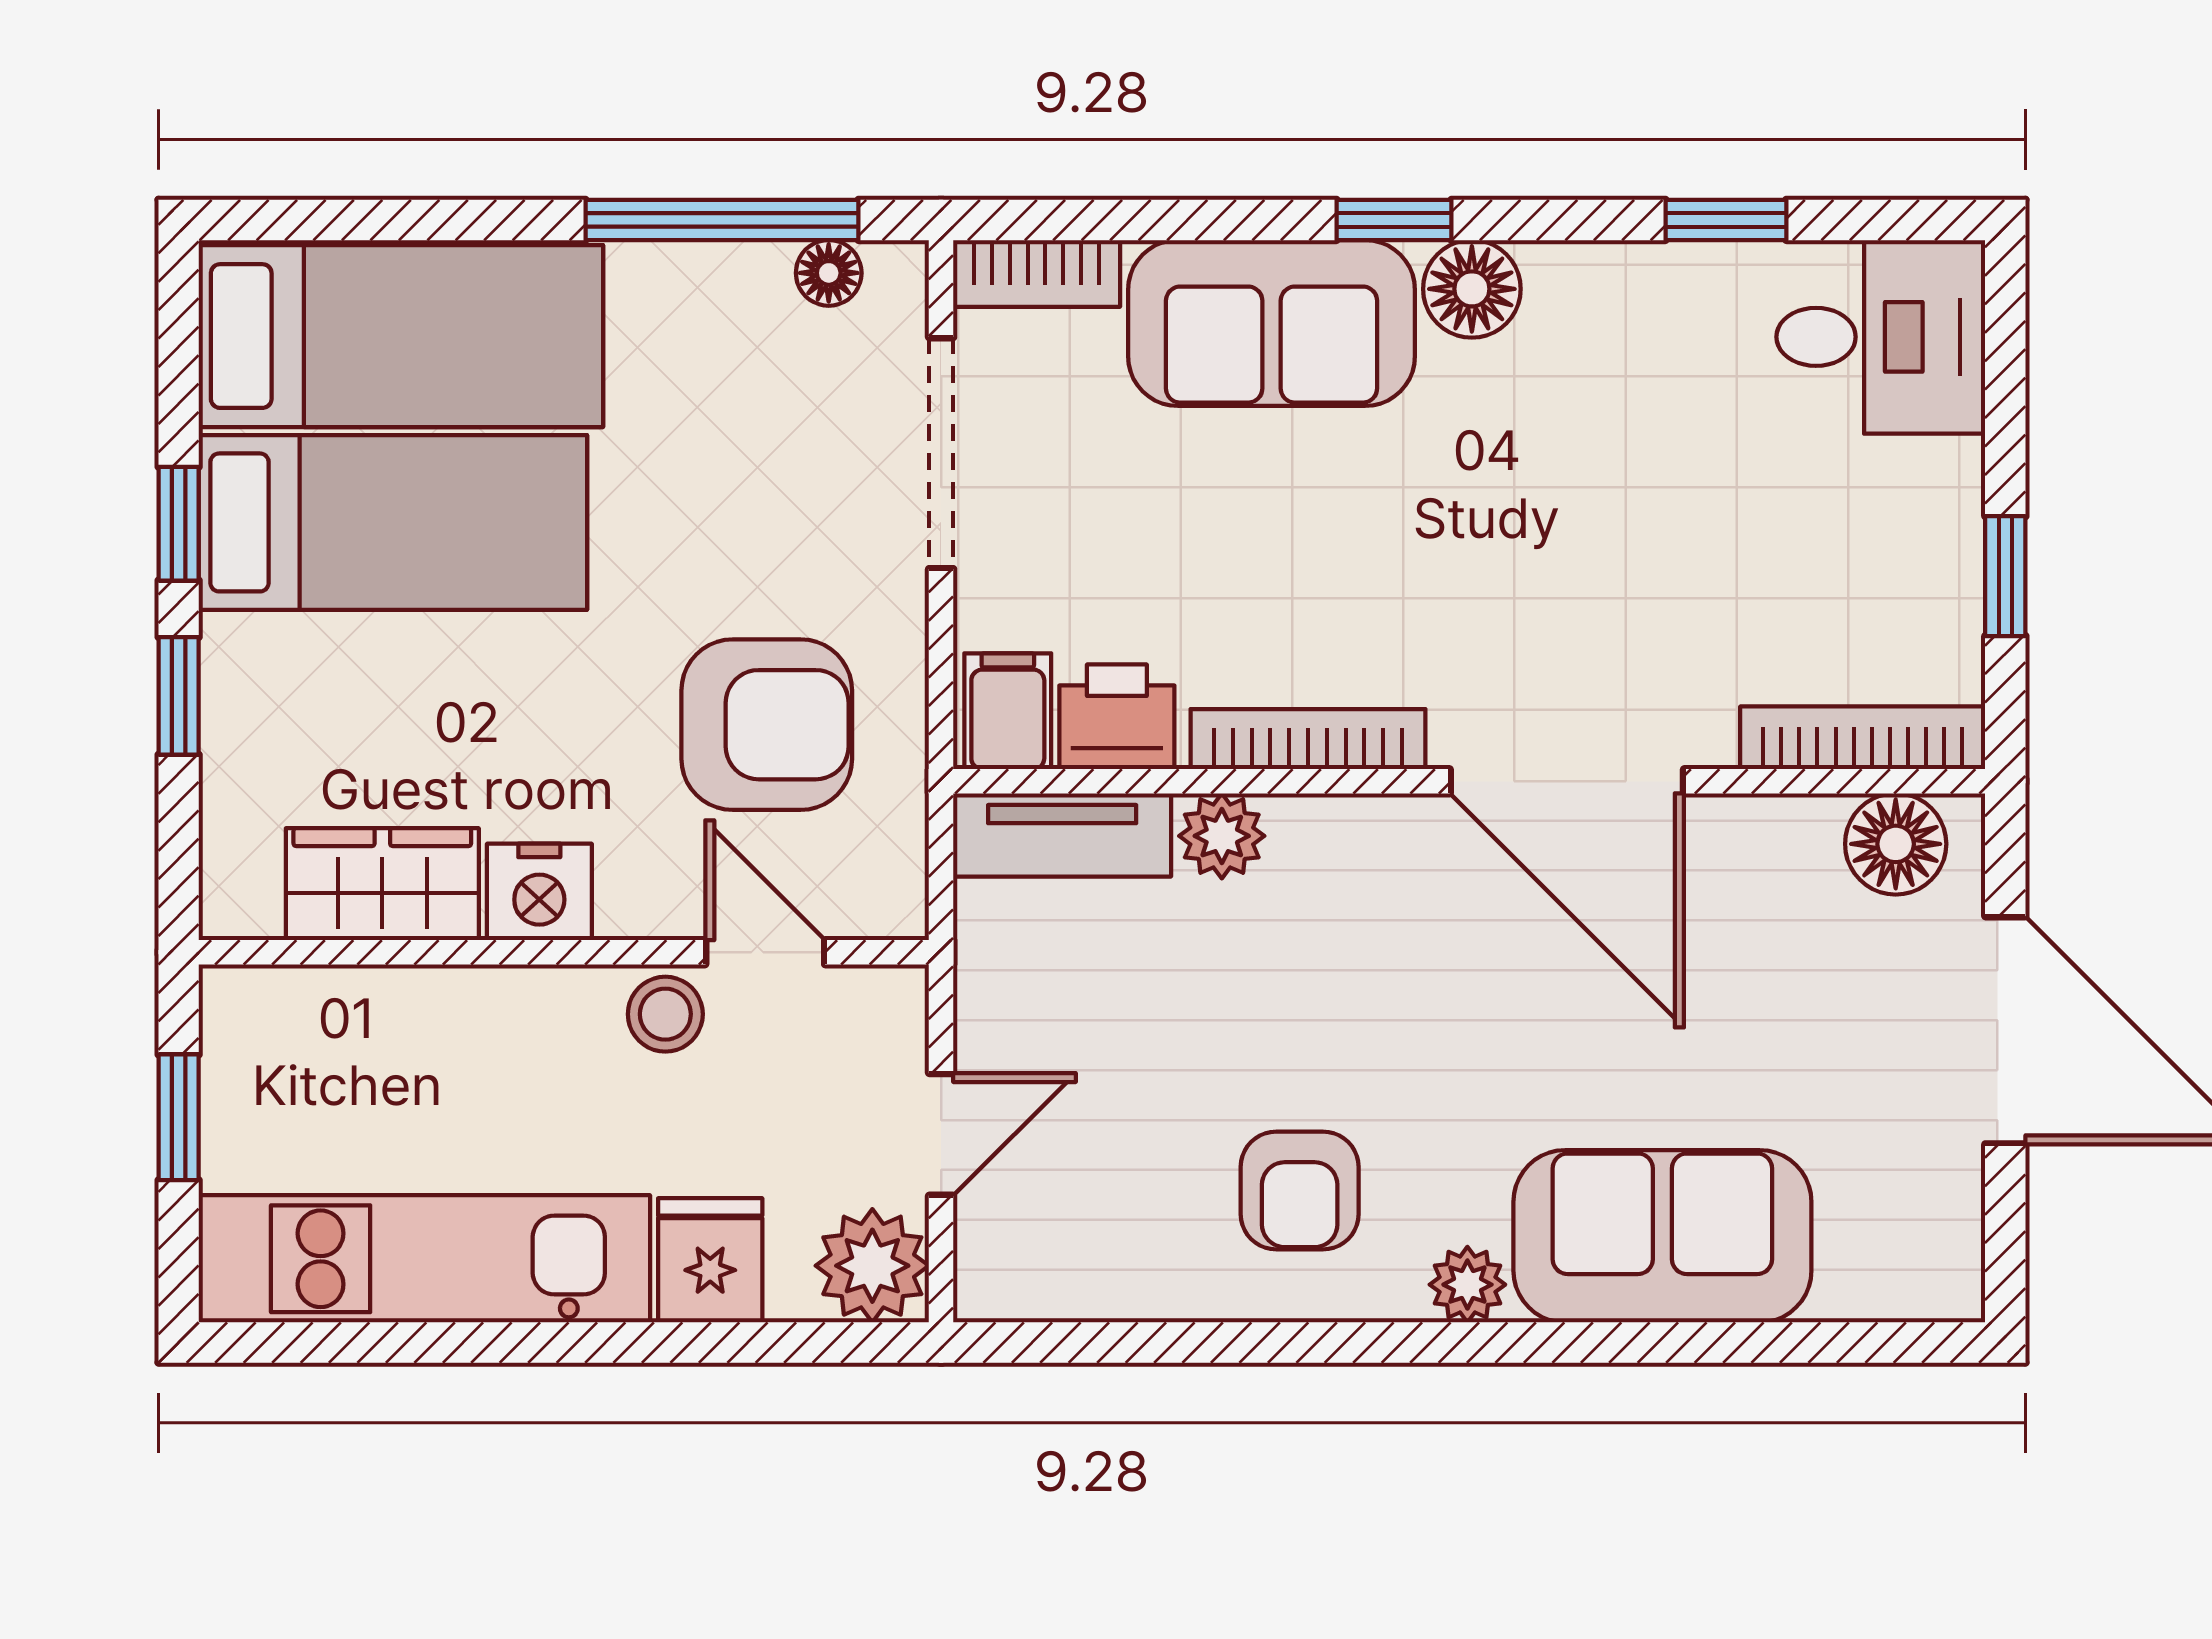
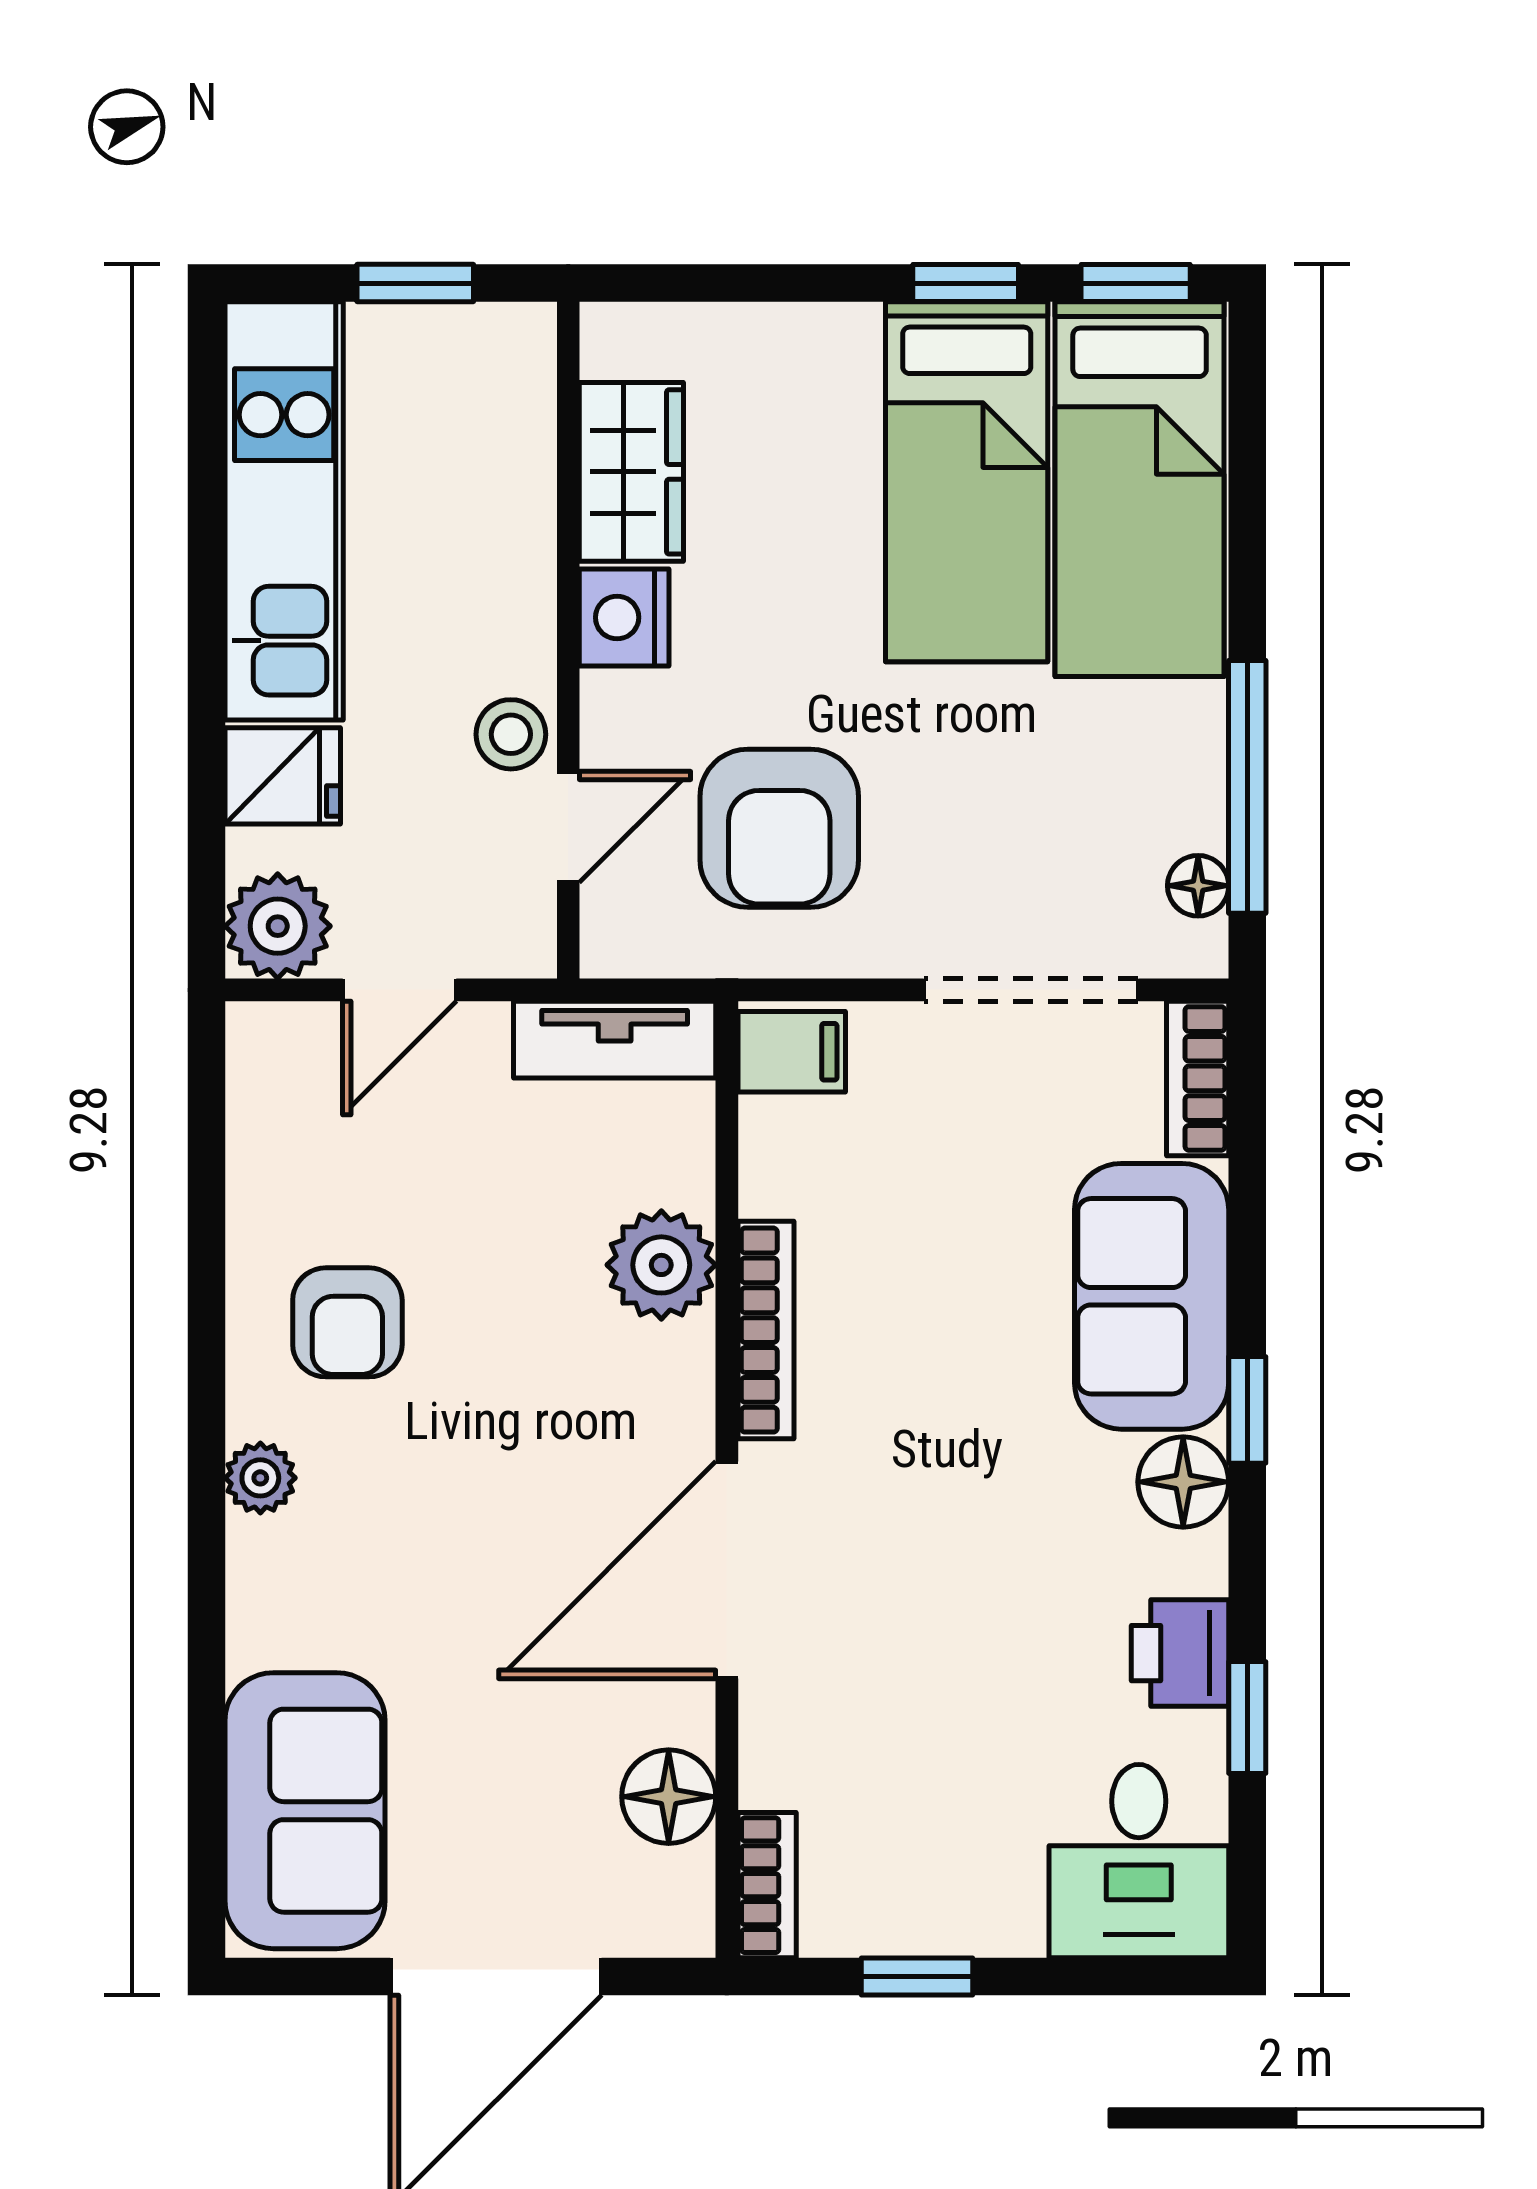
window: (179, 696) -> (1136, 283), moved
printer: (1117, 717) -> (1180, 1653), moved, turned 180
bookcase: (1863, 738) -> (767, 1885), width x0.64
tv unit: (1062, 835) -> (615, 1040), moved, turned -90
plant: (1222, 836) -> (661, 1265), width x1.38, depth x1.38
floor lamp: (1896, 844) -> (669, 1797), moved
door: (941, 1134) -> (399, 990), hinge flipped
armchair: (1300, 1191) -> (347, 1322), turned -90
sofa: (1662, 1236) -> (305, 1811), moved

